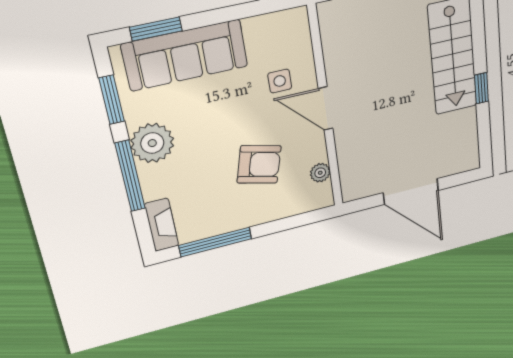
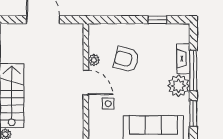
plant: (320, 173) -> (94, 60), moved
fireplace: (162, 225) -> (183, 59), moved
window: (215, 242) -> (157, 20), width x0.46

